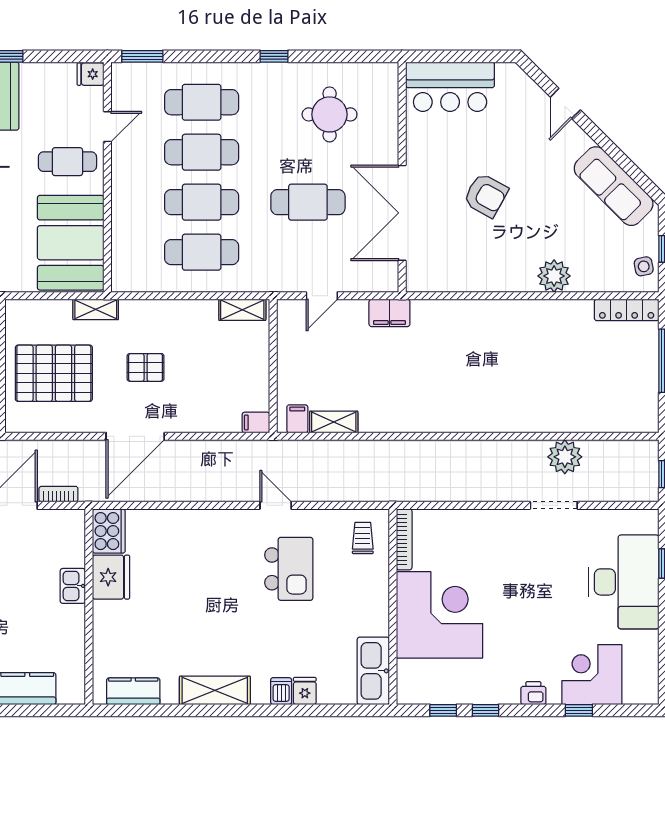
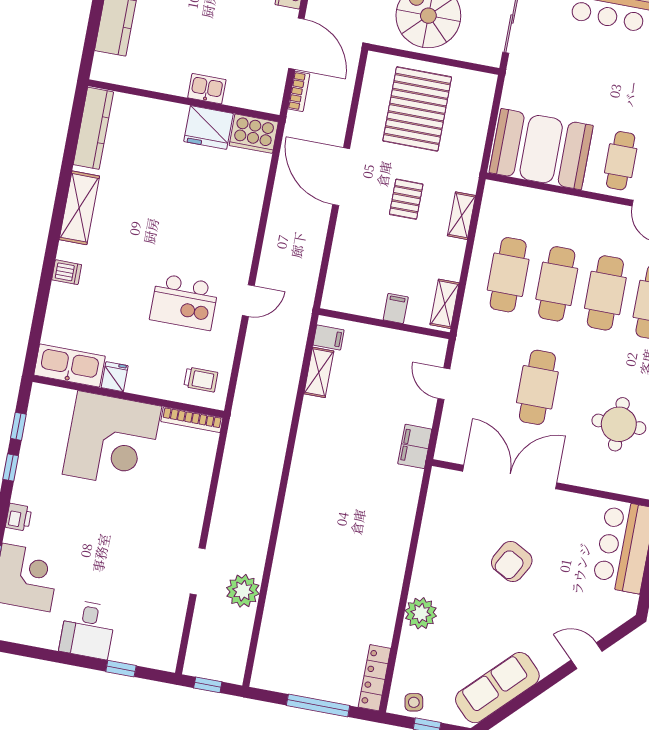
shelving: (96, 309) -> (461, 216), moved
filing cabinet: (256, 422) -> (396, 308), moved
desk: (624, 582) -> (88, 629), width x0.53, depth x0.77
kitchen counter: (133, 691) -> (93, 128), width x1.50
fridge: (305, 691) -> (115, 377), moved, turned -90

